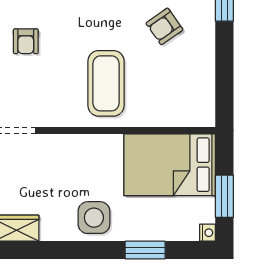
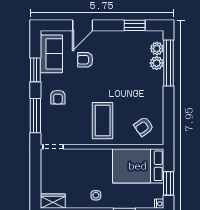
armchair: (164, 26) -> (144, 127), moved
side table: (94, 218) -> (96, 195), width x0.54, depth x0.54

